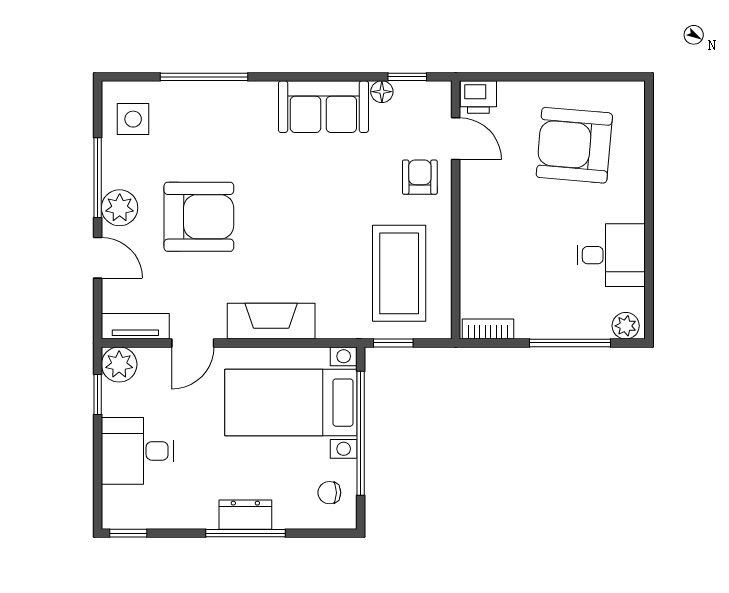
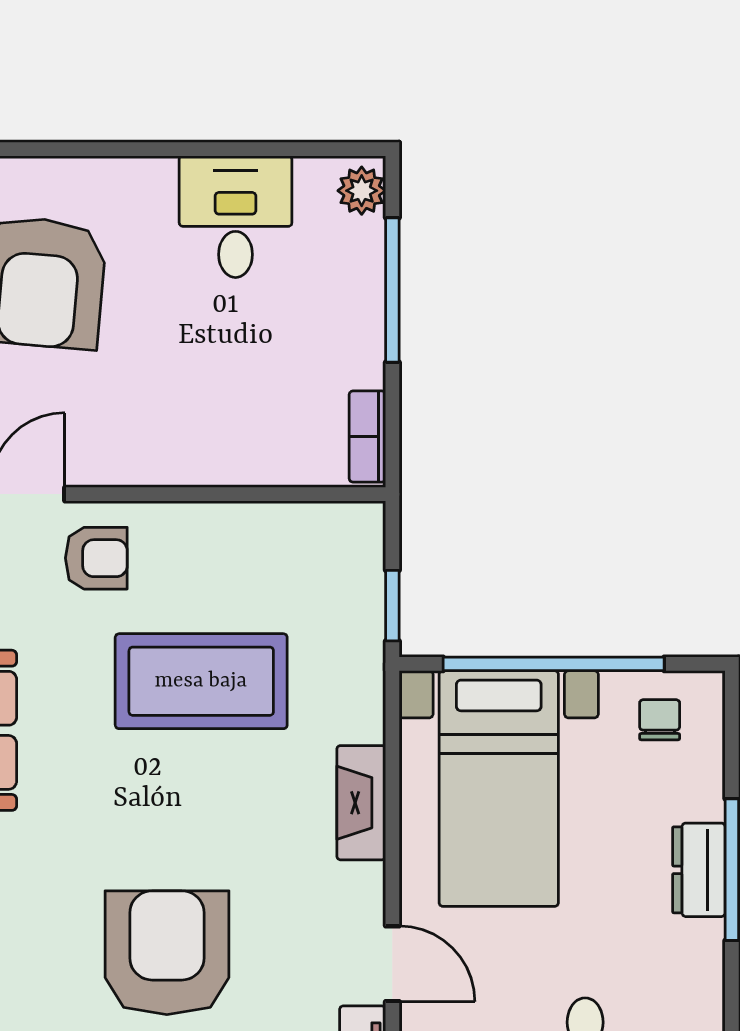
armchair: (420, 177) -> (96, 558), turned 180
coffee table: (399, 273) -> (201, 681), moved
fireplace: (271, 321) -> (361, 803), width x0.73, depth x0.76
chair: (329, 493) -> (660, 720), turned 180

